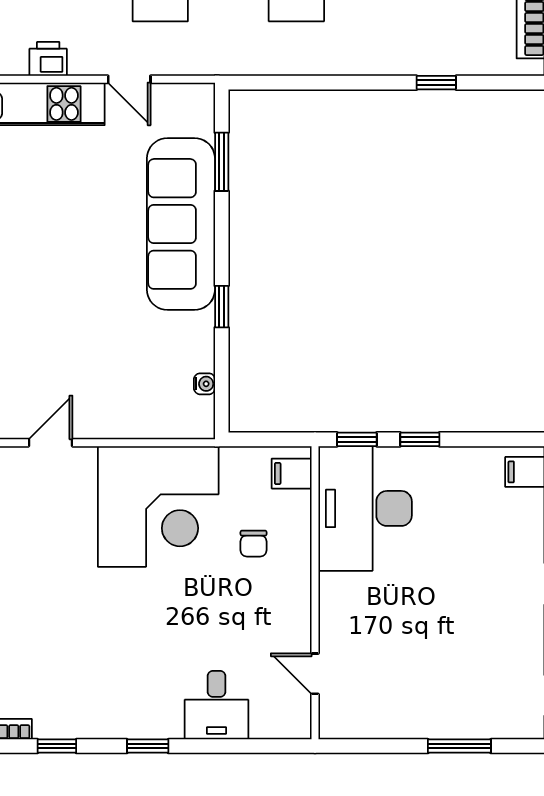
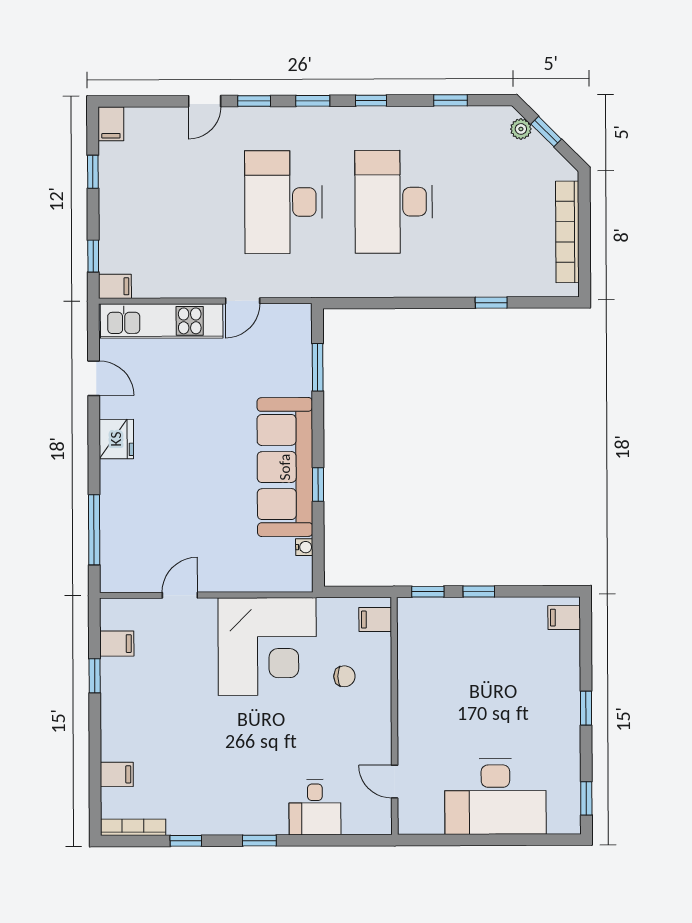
printer: (48, 59) -> (177, 285), removed
door: (129, 79) -> (243, 301), hinge flipped
sofa: (181, 224) -> (285, 467), moved
desk: (365, 508) -> (495, 797), moved, turned -90
chair: (254, 544) -> (344, 676), turned -90
window: (459, 746) -> (512, 840), removed

